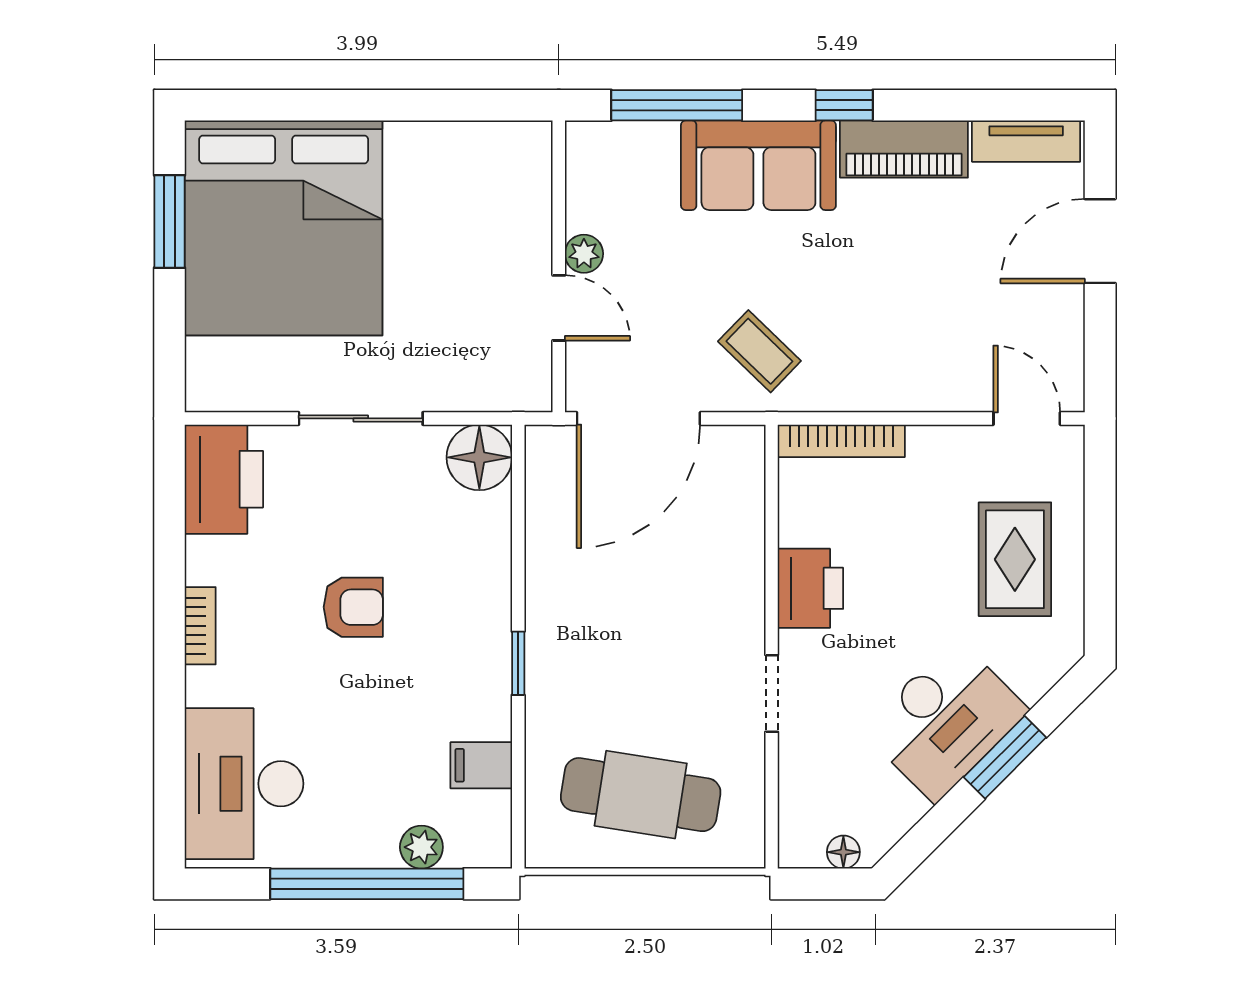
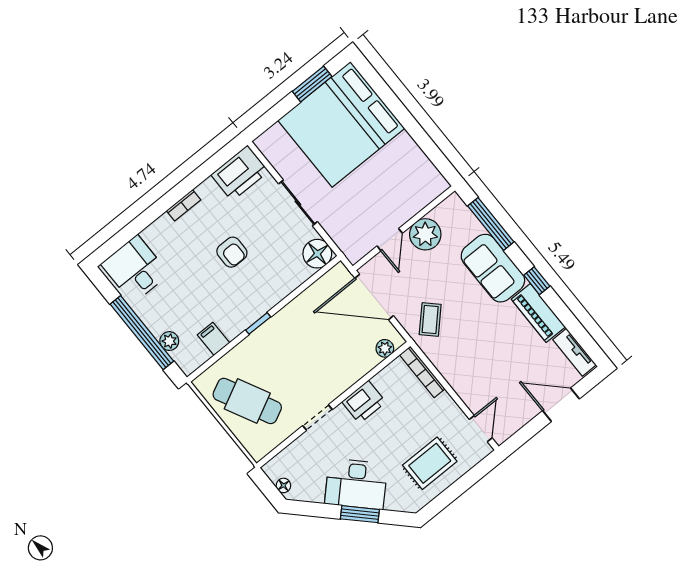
plant: (584, 254) -> (425, 234), width x1.88, depth x1.88
plant: (745, 474) -> (385, 348), added
desk: (244, 784) -> (135, 269), width x0.73
cafe table: (641, 795) -> (247, 401), turned -36

